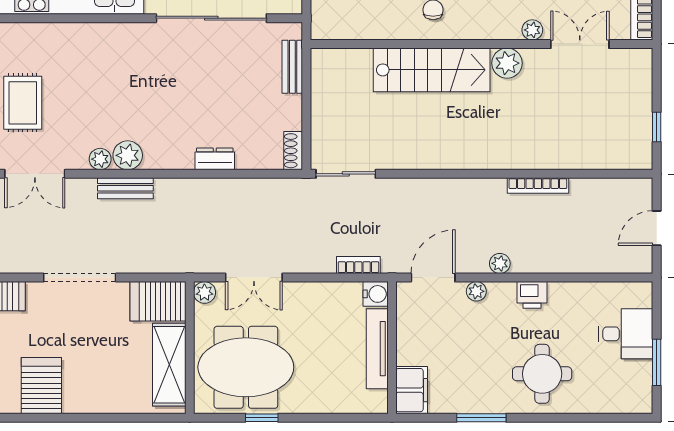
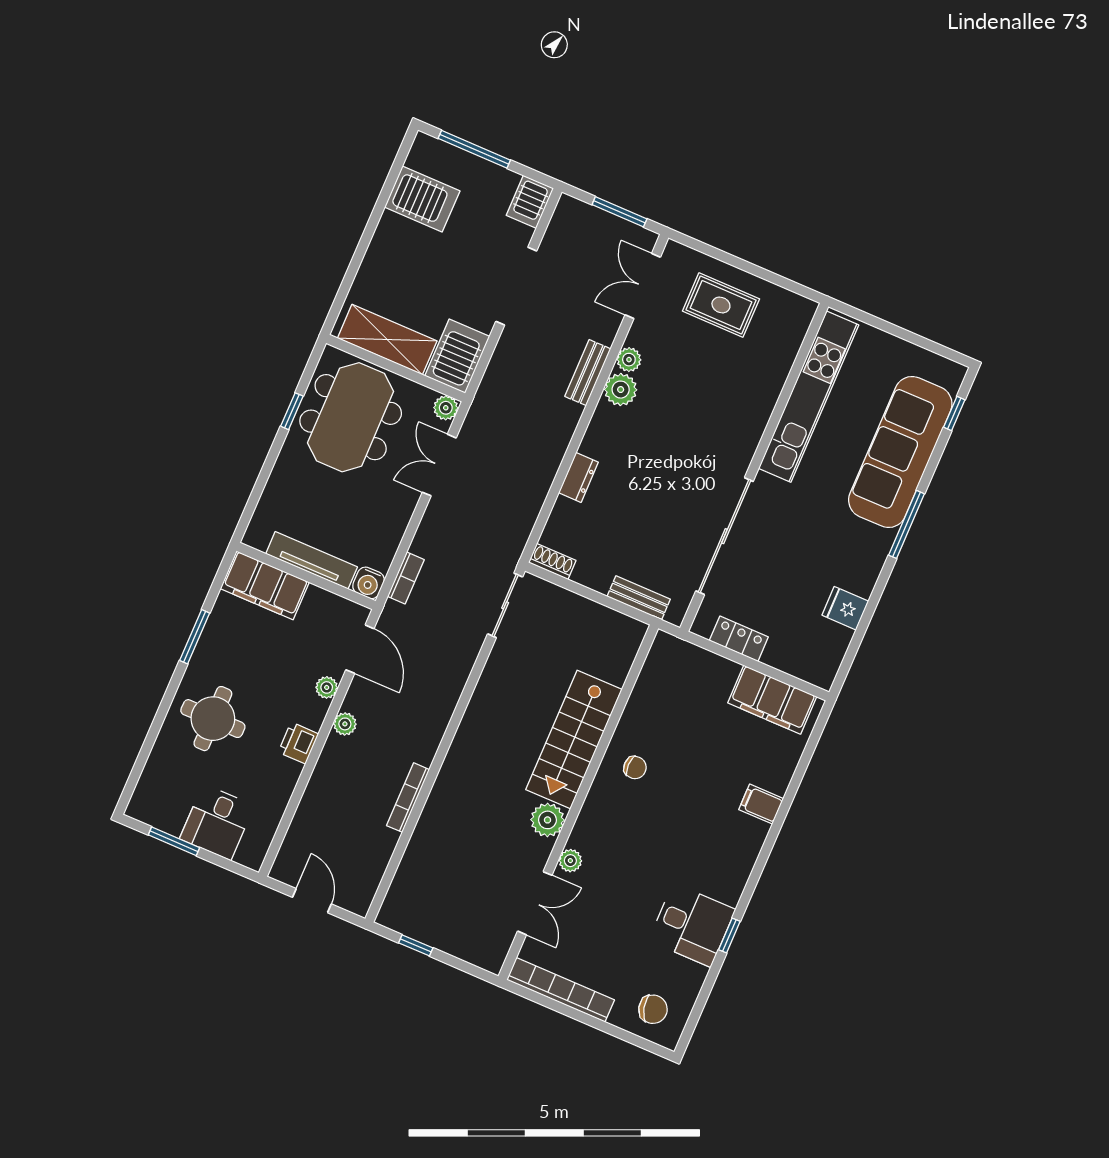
filing cabinet: (412, 390) -> (265, 585), width x1.50, depth x1.17

